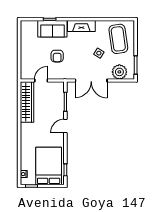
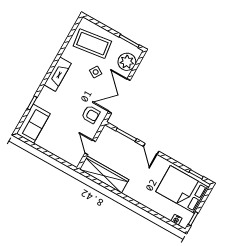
sofa: (52, 29) -> (33, 124), moved
armchair: (57, 56) -> (91, 114), moved
double door: (91, 81) -> (119, 96), swing flipped

